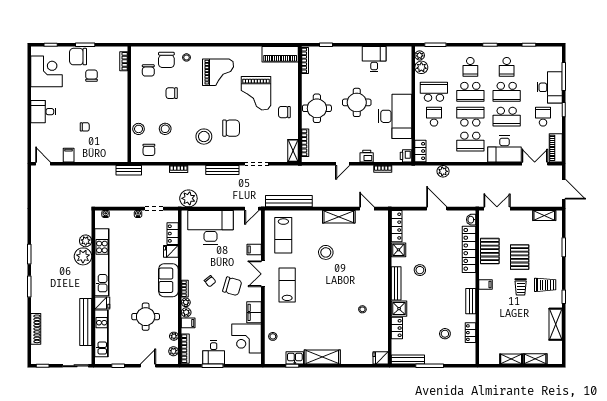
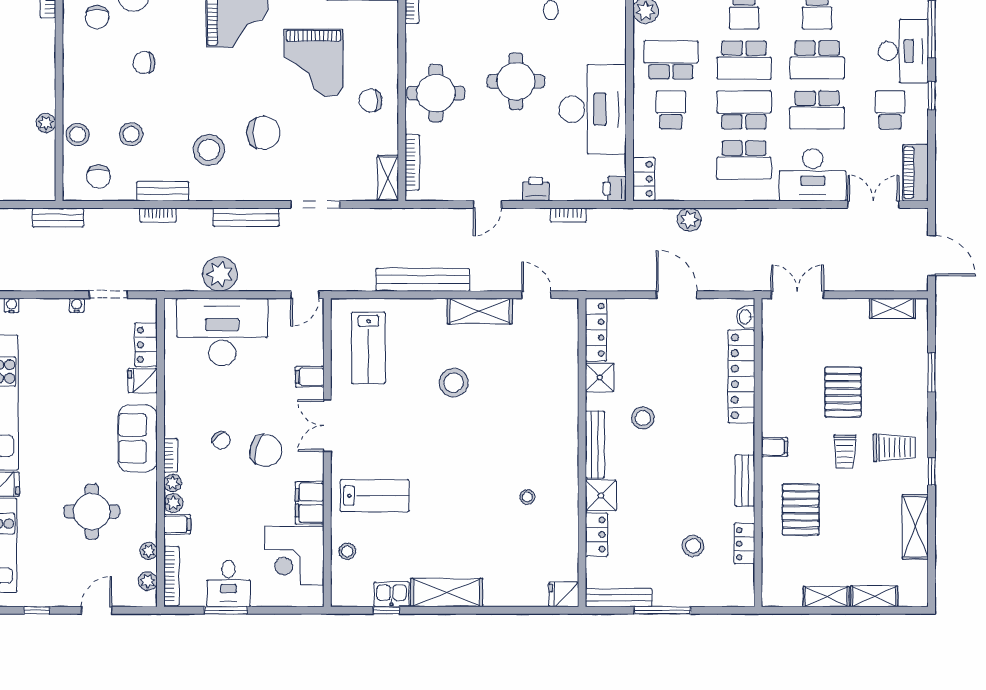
plant: (123, 123) -> (46, 123), added
bench: (181, 157) -> (163, 191), added
plant: (188, 198) -> (220, 274), moved
bench: (289, 201) -> (423, 280), moved
pallet: (490, 251) -> (801, 510), moved
lab bench: (287, 285) -> (375, 496), moved, turned 90

